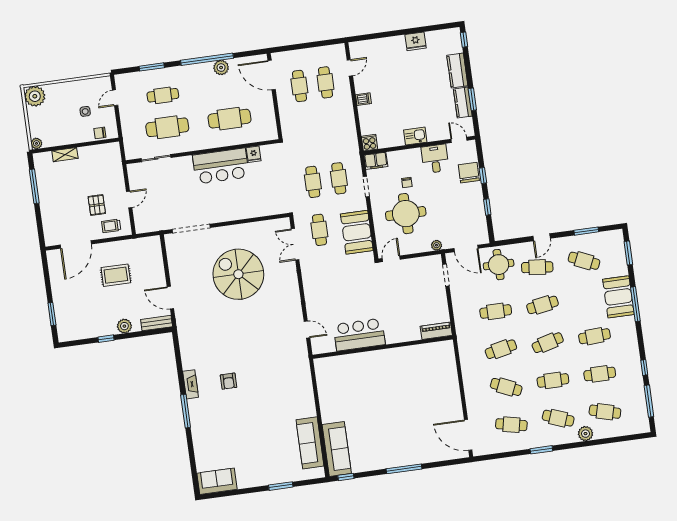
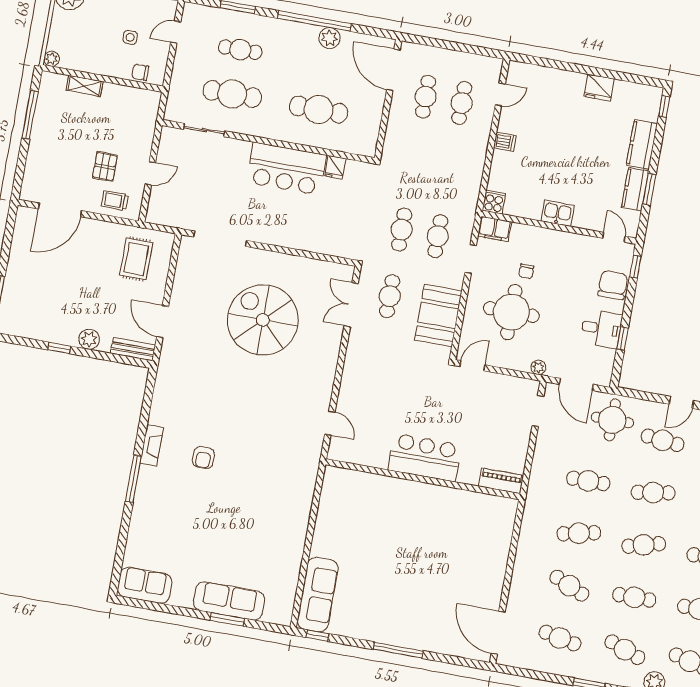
desk: (435, 159) -> (601, 329), moved, turned 90
window: (483, 175) -> (635, 267), moved
rug: (116, 275) -> (136, 259), moved, turned 90
bar counter: (359, 335) -> (425, 457), moved
sofa: (310, 443) -> (229, 601), moved, turned 90

